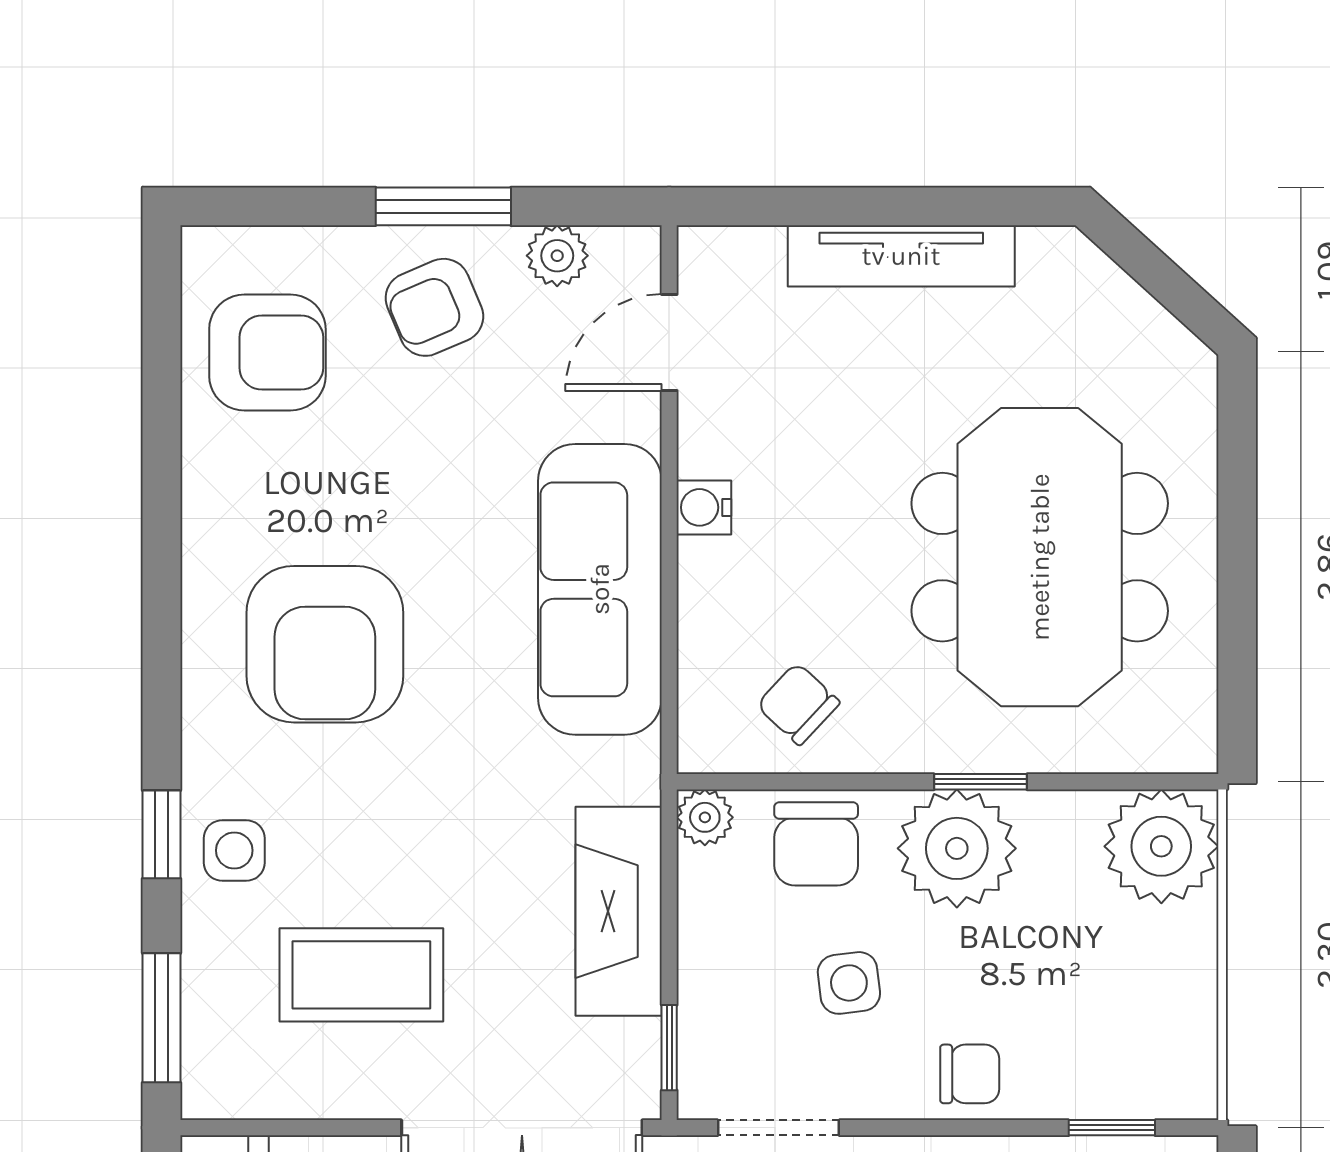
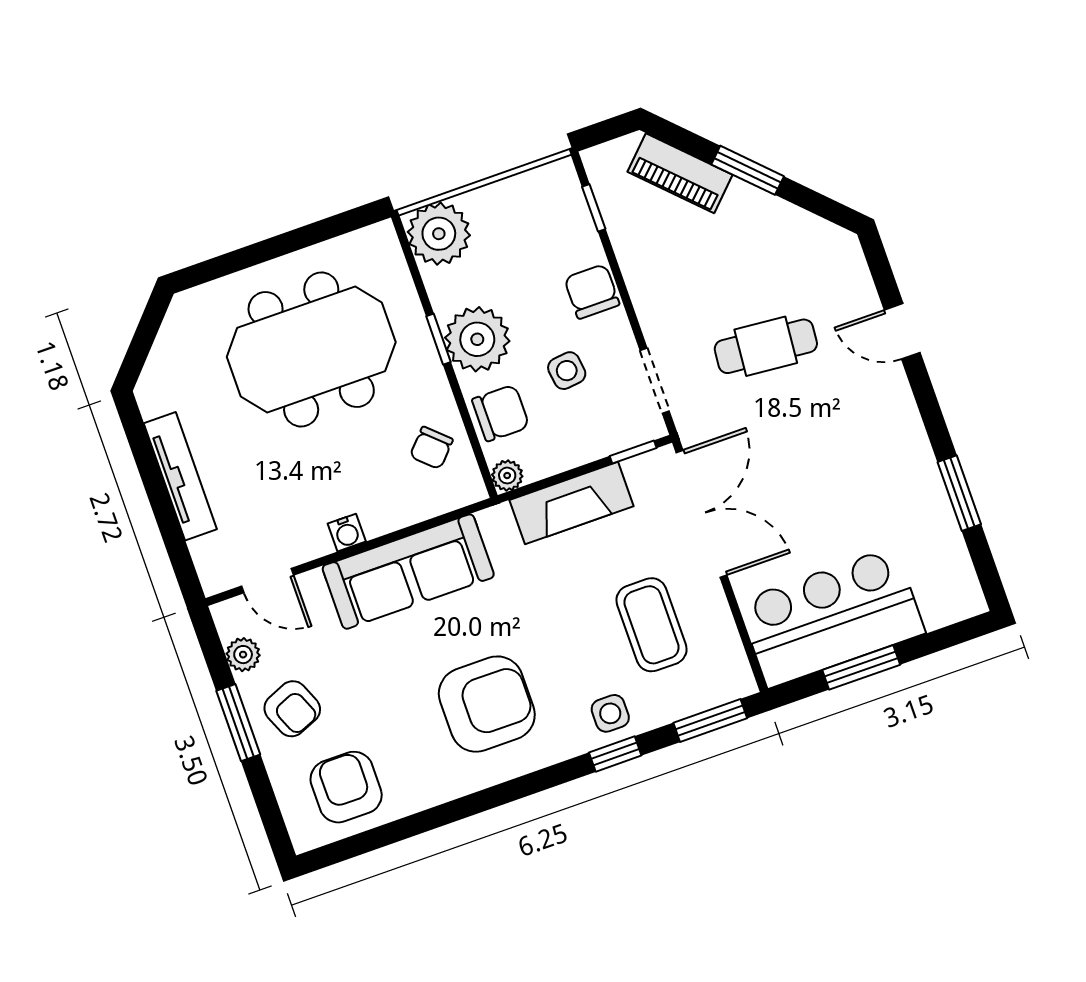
chair: (970, 1074) -> (592, 291), width x1.37, depth x1.37

